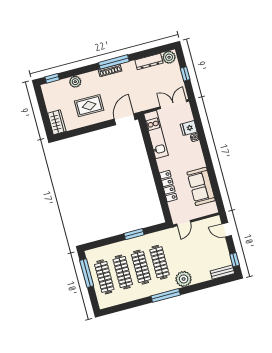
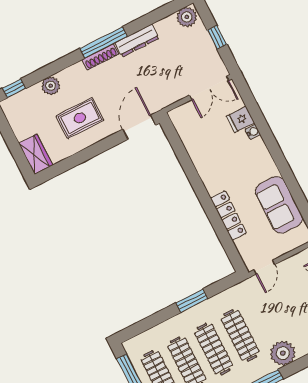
dresser: (149, 61) -> (137, 41), moved
double door: (173, 104) -> (209, 88), swing flipped
kitchen unit: (156, 135) -> (192, 140), removed

